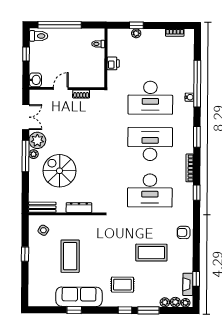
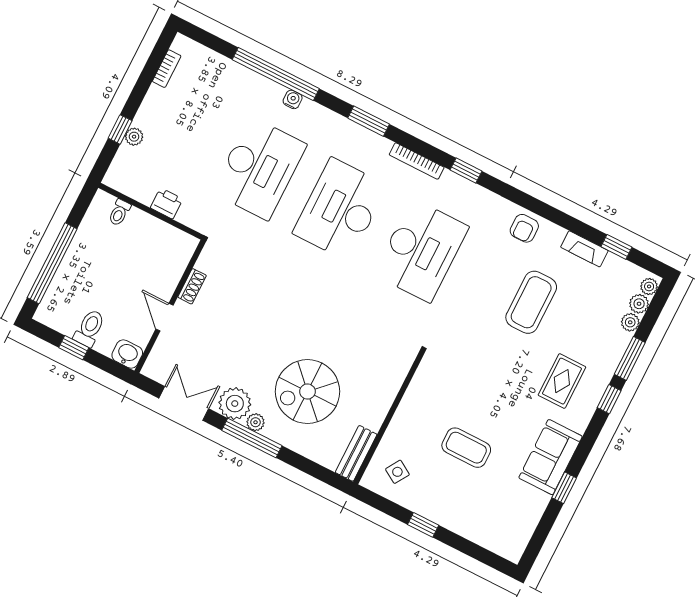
toilet: (39, 36) -> (89, 328), moved
dresser: (79, 208) -> (389, 390), removed
coffee table: (70, 256) -> (466, 448), width x0.73, depth x0.76
fireplace: (188, 284) -> (584, 249), moved
sofa: (79, 297) -> (551, 457), width x0.73

